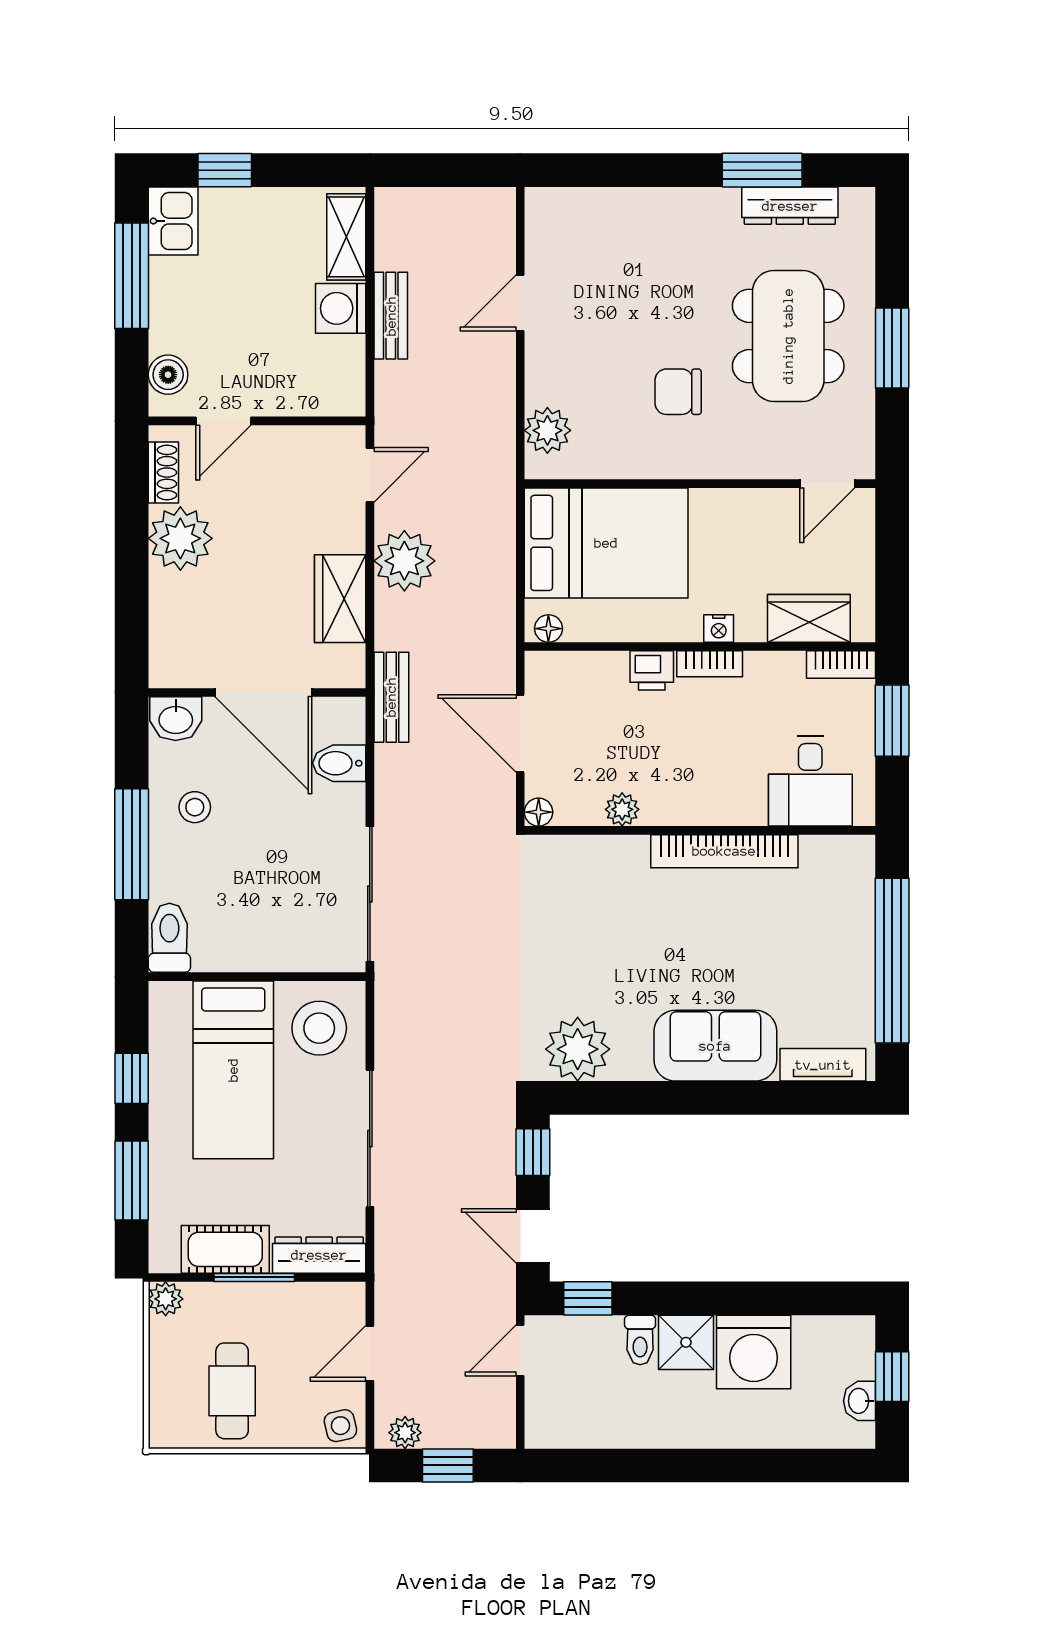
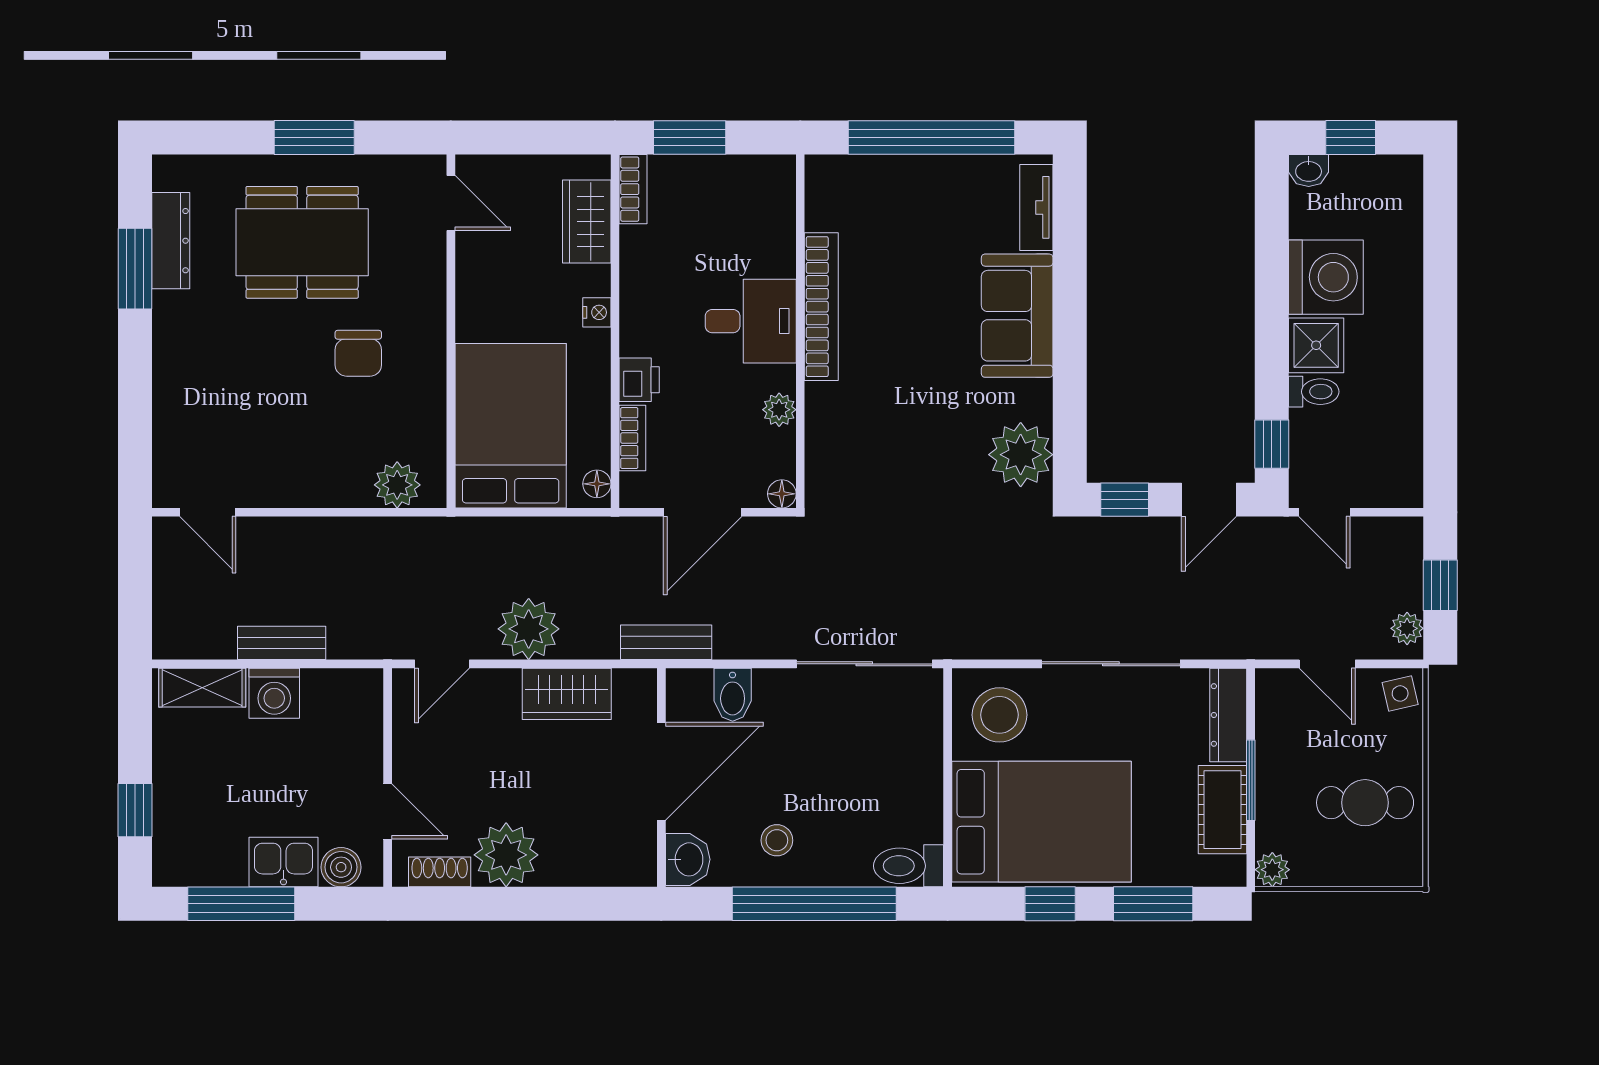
kitchen sink: (173, 221) -> (283, 862), moved
door: (520, 303) -> (208, 512), moved
door: (370, 475) -> (442, 664), swing flipped
bookcase: (710, 664) -> (632, 438), moved
desk: (810, 781) -> (751, 321), moved
window: (132, 844) -> (814, 904), width x1.46
bed: (233, 1070) -> (1041, 822), width x1.50
washbasin: (859, 1401) -> (1309, 170), moved

